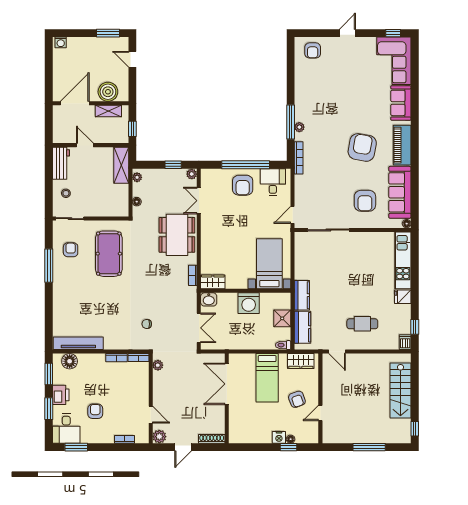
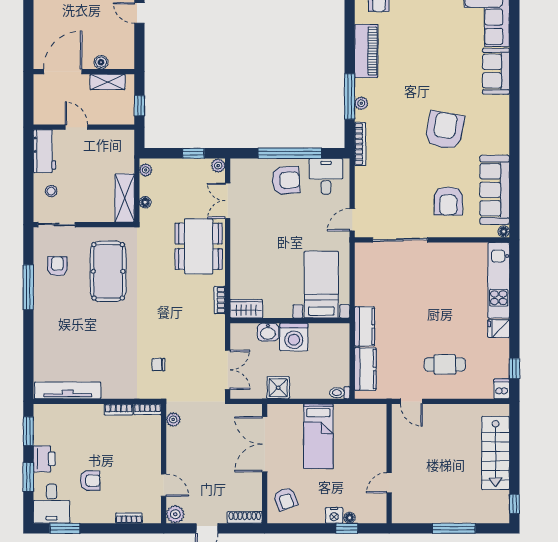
boiler: (108, 92) -> (101, 62), width x0.54, depth x0.54
piano: (402, 145) -> (366, 51), moved, turned 180
shelving: (121, 165) -> (125, 198), moved
armchair: (243, 185) -> (286, 180), turned -94
washbasin: (209, 299) -> (268, 332), moved
shower: (282, 318) -> (278, 388), moved
floor lamp: (70, 361) -> (56, 414), removed
wardrobe: (301, 361) -> (363, 414), removed
armchair: (297, 399) -> (286, 499), moved
armchair: (95, 411) -> (90, 481), turned 90

